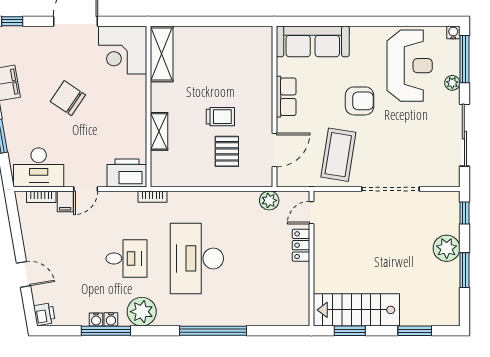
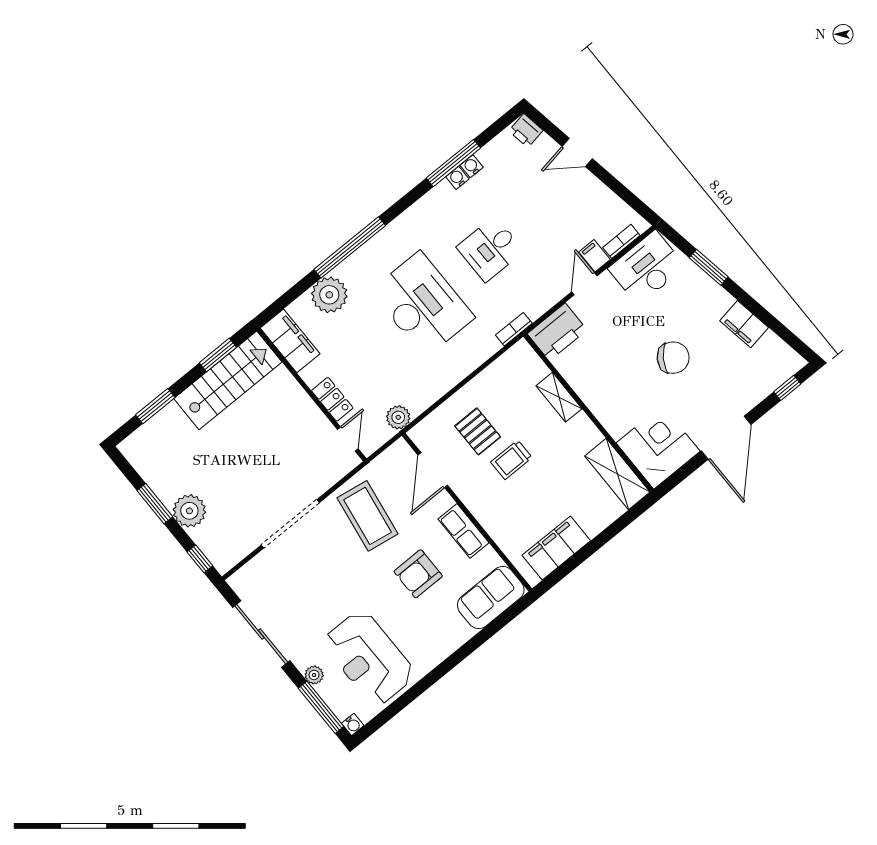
filing cabinet: (237, 39) -> (556, 548), added
sofa: (313, 41) -> (491, 598), width x0.73
armchair: (360, 101) -> (418, 574), moved
filing cabinet: (298, 303) -> (290, 341), added
plant: (142, 312) -> (329, 295), moved

